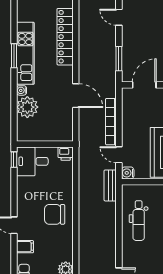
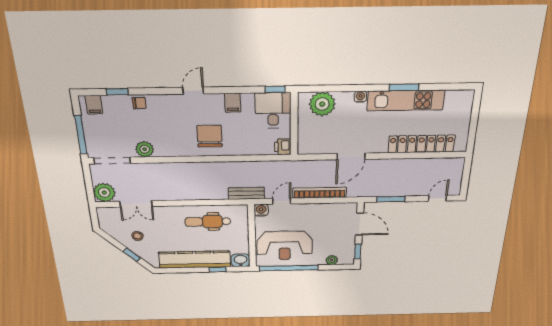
plant: (27, 107) -> (322, 104), moved
filing cabinet: (25, 247) -> (233, 103), moved

